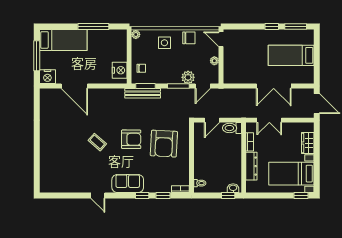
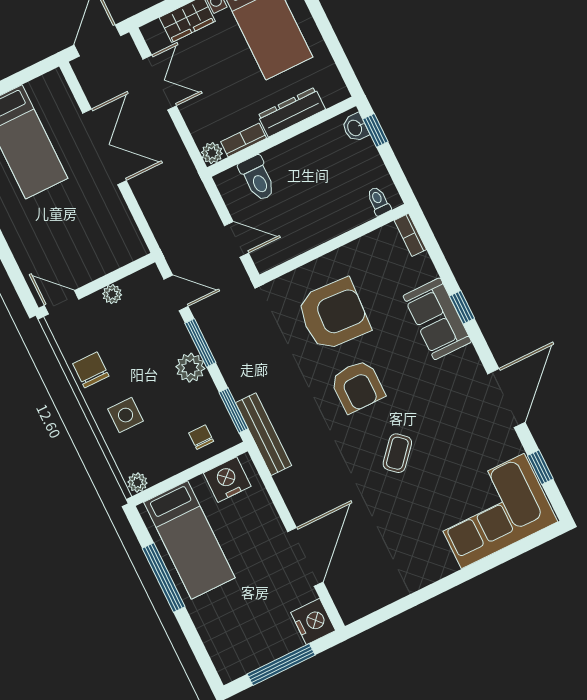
door: (221, 39) -> (61, 302), swing flipped
bed: (63, 40) -> (189, 540), moved, turned 180
plant: (188, 77) -> (190, 368), moved
bench: (143, 93) -> (264, 434), moved
double door: (269, 120) -> (160, 82), moved
plant: (251, 127) -> (212, 153), added
toilet: (232, 128) -> (257, 178), moved
armchair: (131, 139) -> (357, 386), turned 180
corner sofa: (56, 168) -> (493, 511), added
sofa: (128, 184) -> (437, 319), moved
door: (98, 195) -> (506, 398), width x1.88
window: (163, 195) -> (540, 467), moved

